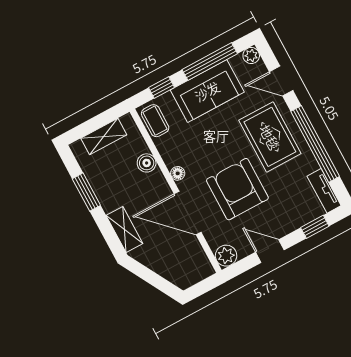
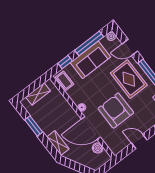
boiler: (147, 163) -> (98, 148), moved
plant: (226, 256) -> (116, 148), removed

